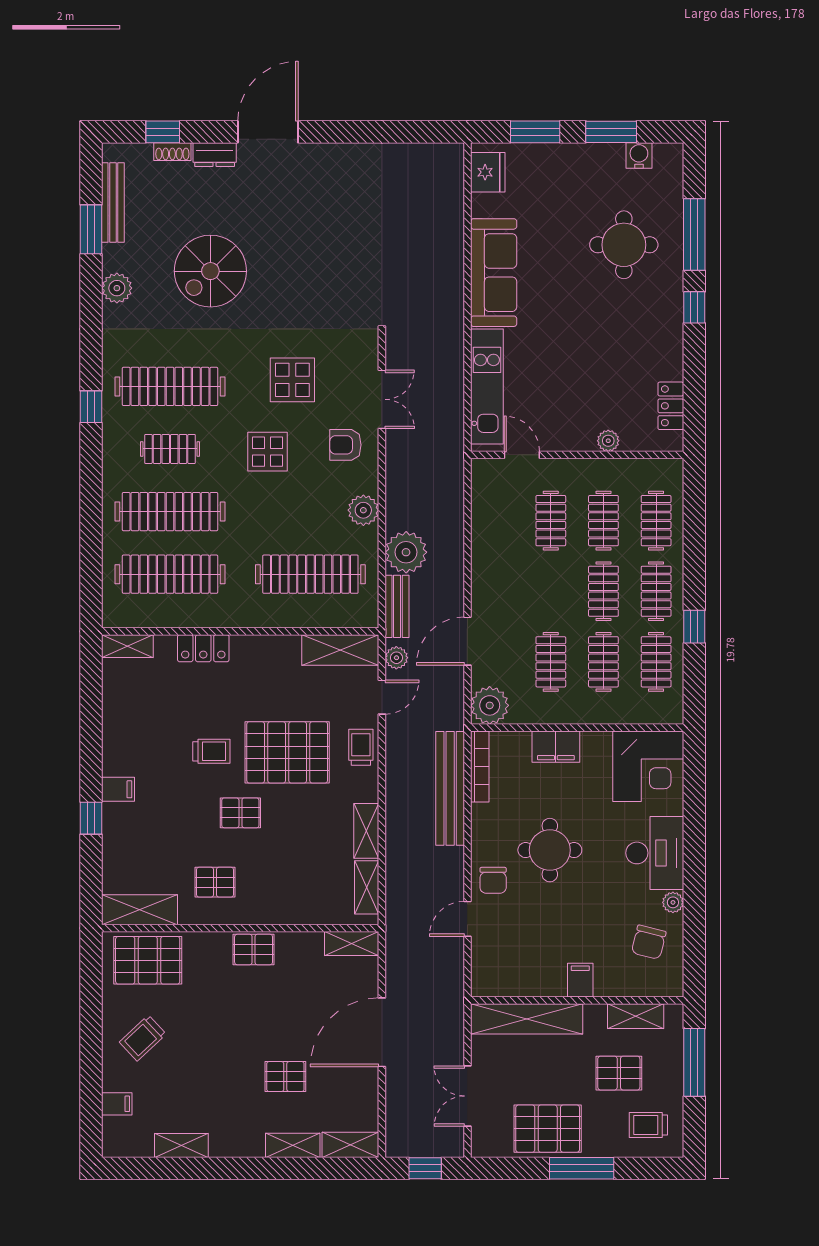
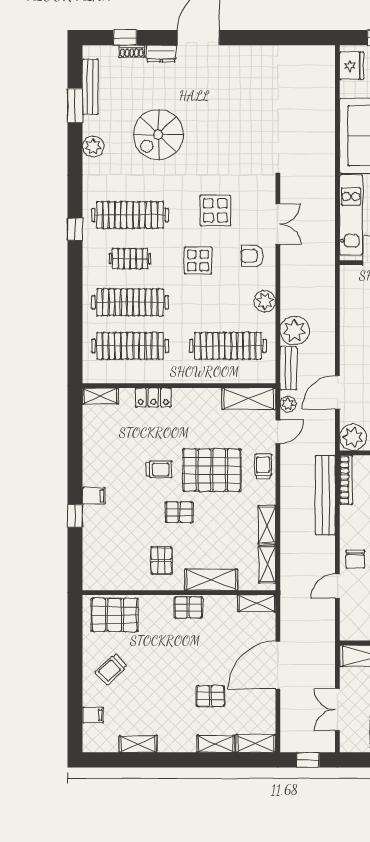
pallet: (215, 882) -> (161, 561), turned 90
shelving: (139, 910) -> (211, 580), moved

